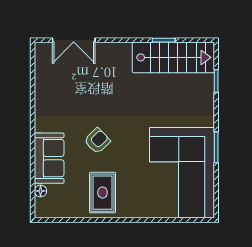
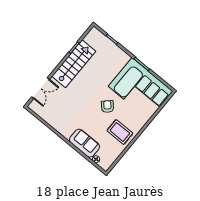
stairs: (173, 57) -> (74, 64), moved
armchair: (97, 141) -> (107, 107), moved

